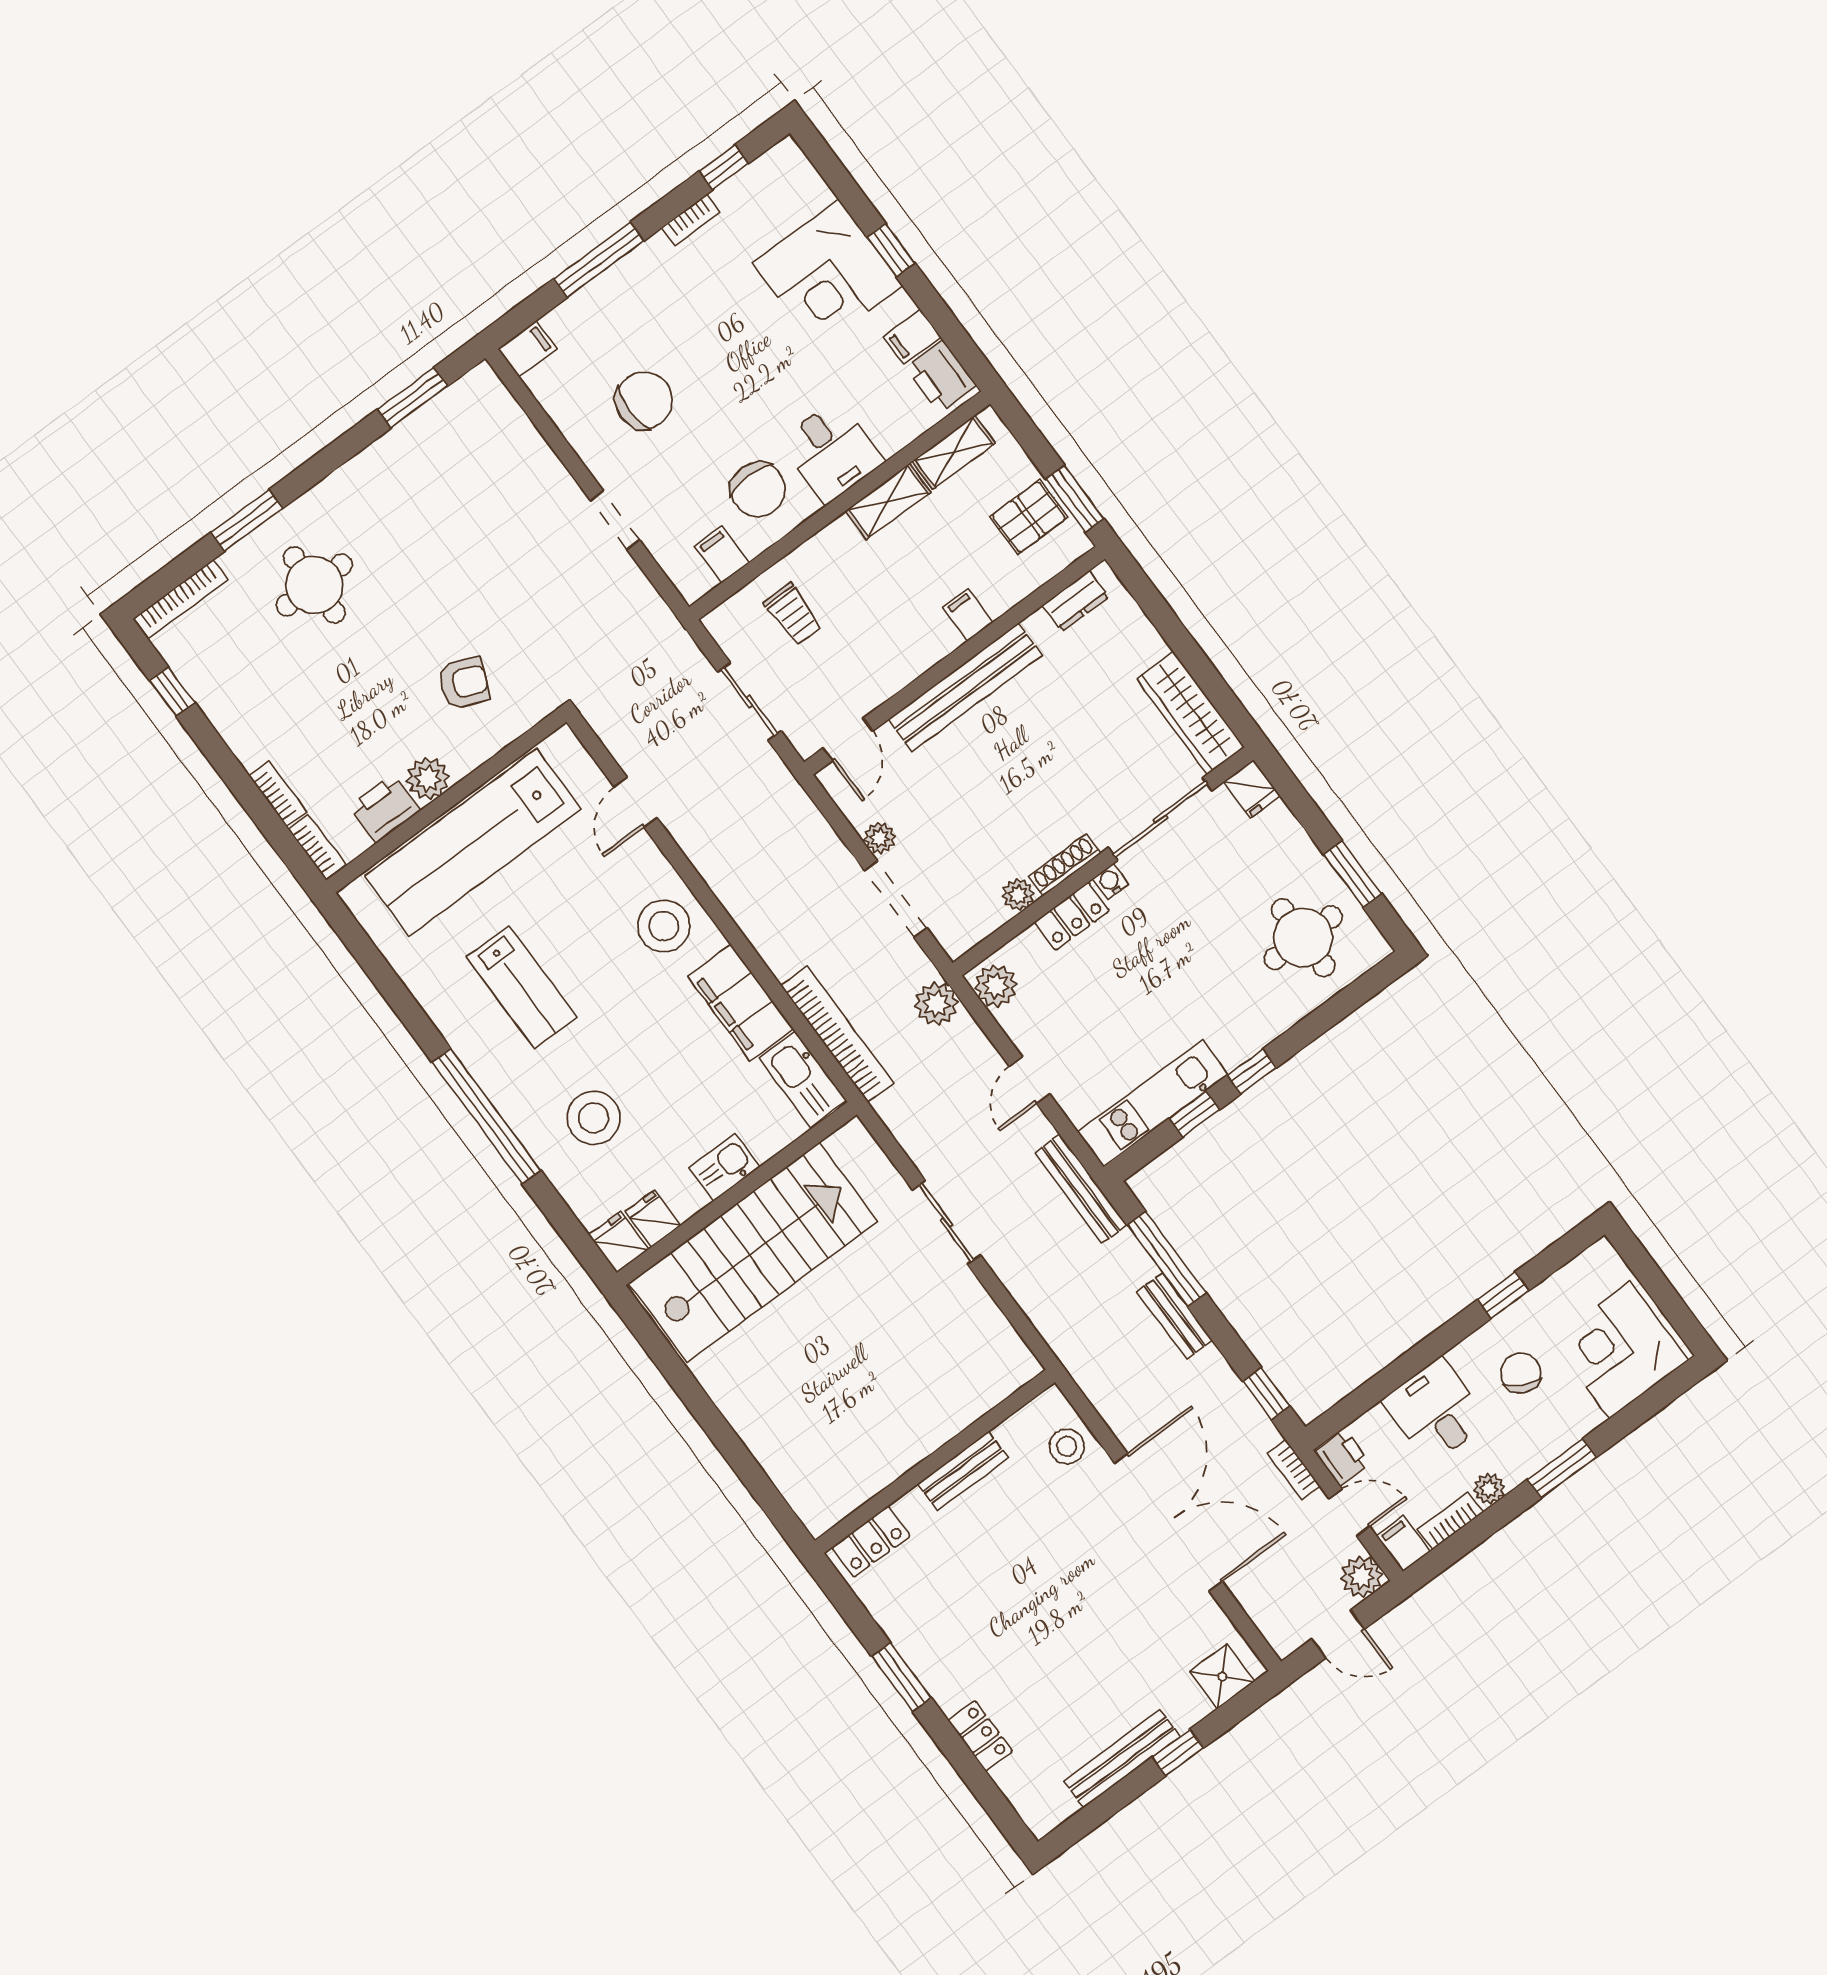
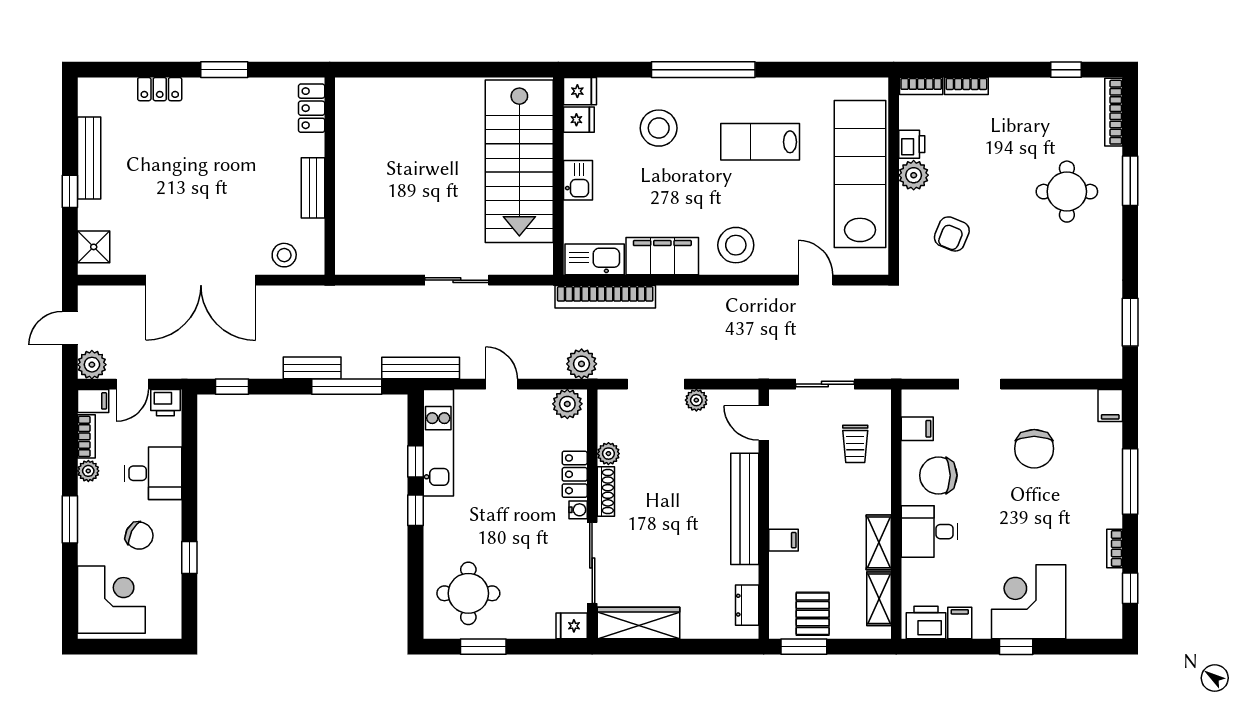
trolley: (793, 614) -> (855, 444), turned -90
printer: (385, 808) -> (912, 144), width x0.73, depth x0.81
bookcase: (1294, 1470) -> (178, 371), removed

